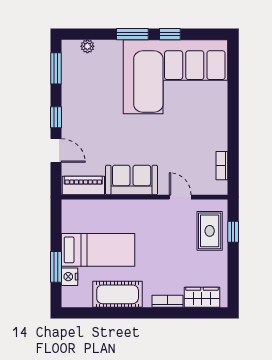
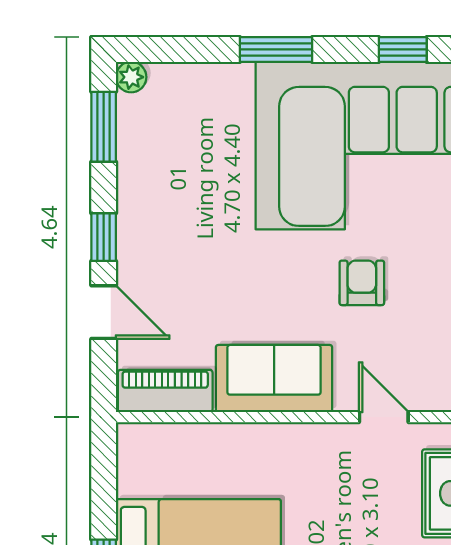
window: (170, 34) -> (403, 49), moved
plant: (87, 46) -> (131, 77), moved
armchair: (170, 138) -> (362, 283), added

